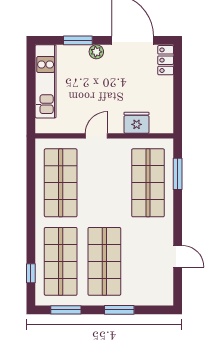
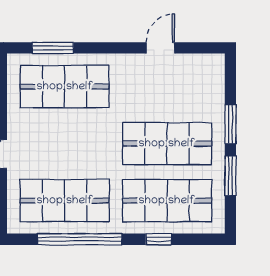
window: (31, 194) -> (80, 239), added
window: (31, 273) -> (159, 239), moved
window: (66, 310) -> (230, 176), moved

